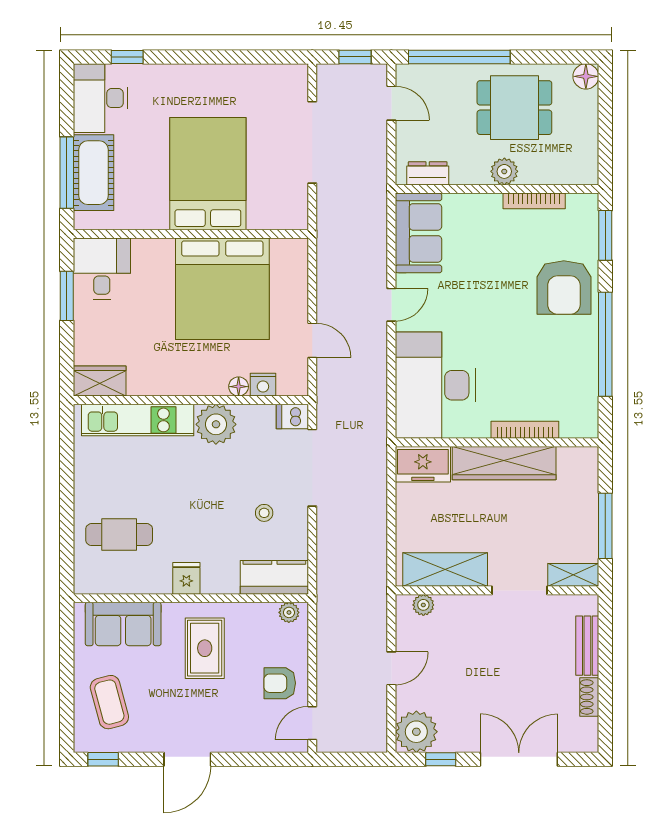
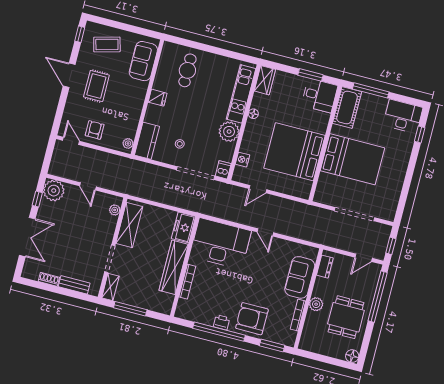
cot: (93, 173) -> (347, 108), moved, turned 90
sofa: (419, 233) -> (300, 277), moved, turned 90
printer: (586, 344) -> (222, 322), added
floor lamp: (239, 387) -> (253, 114), moved
rug: (205, 648) -> (96, 86), moved, turned 90

